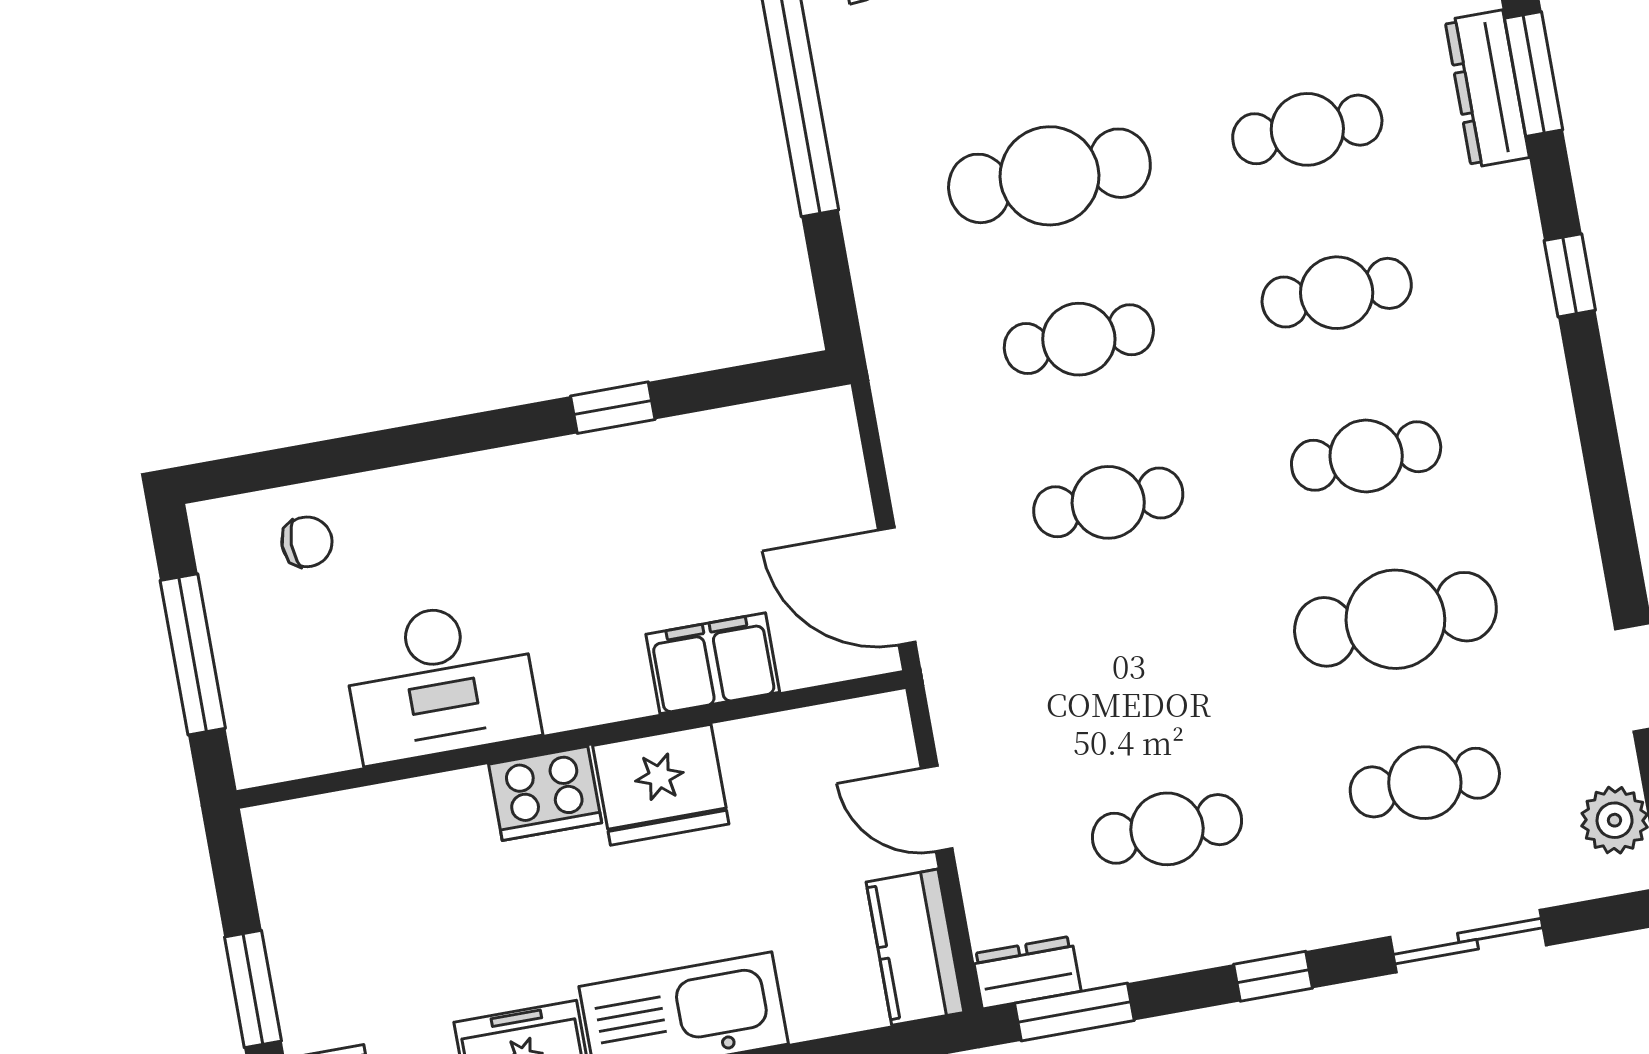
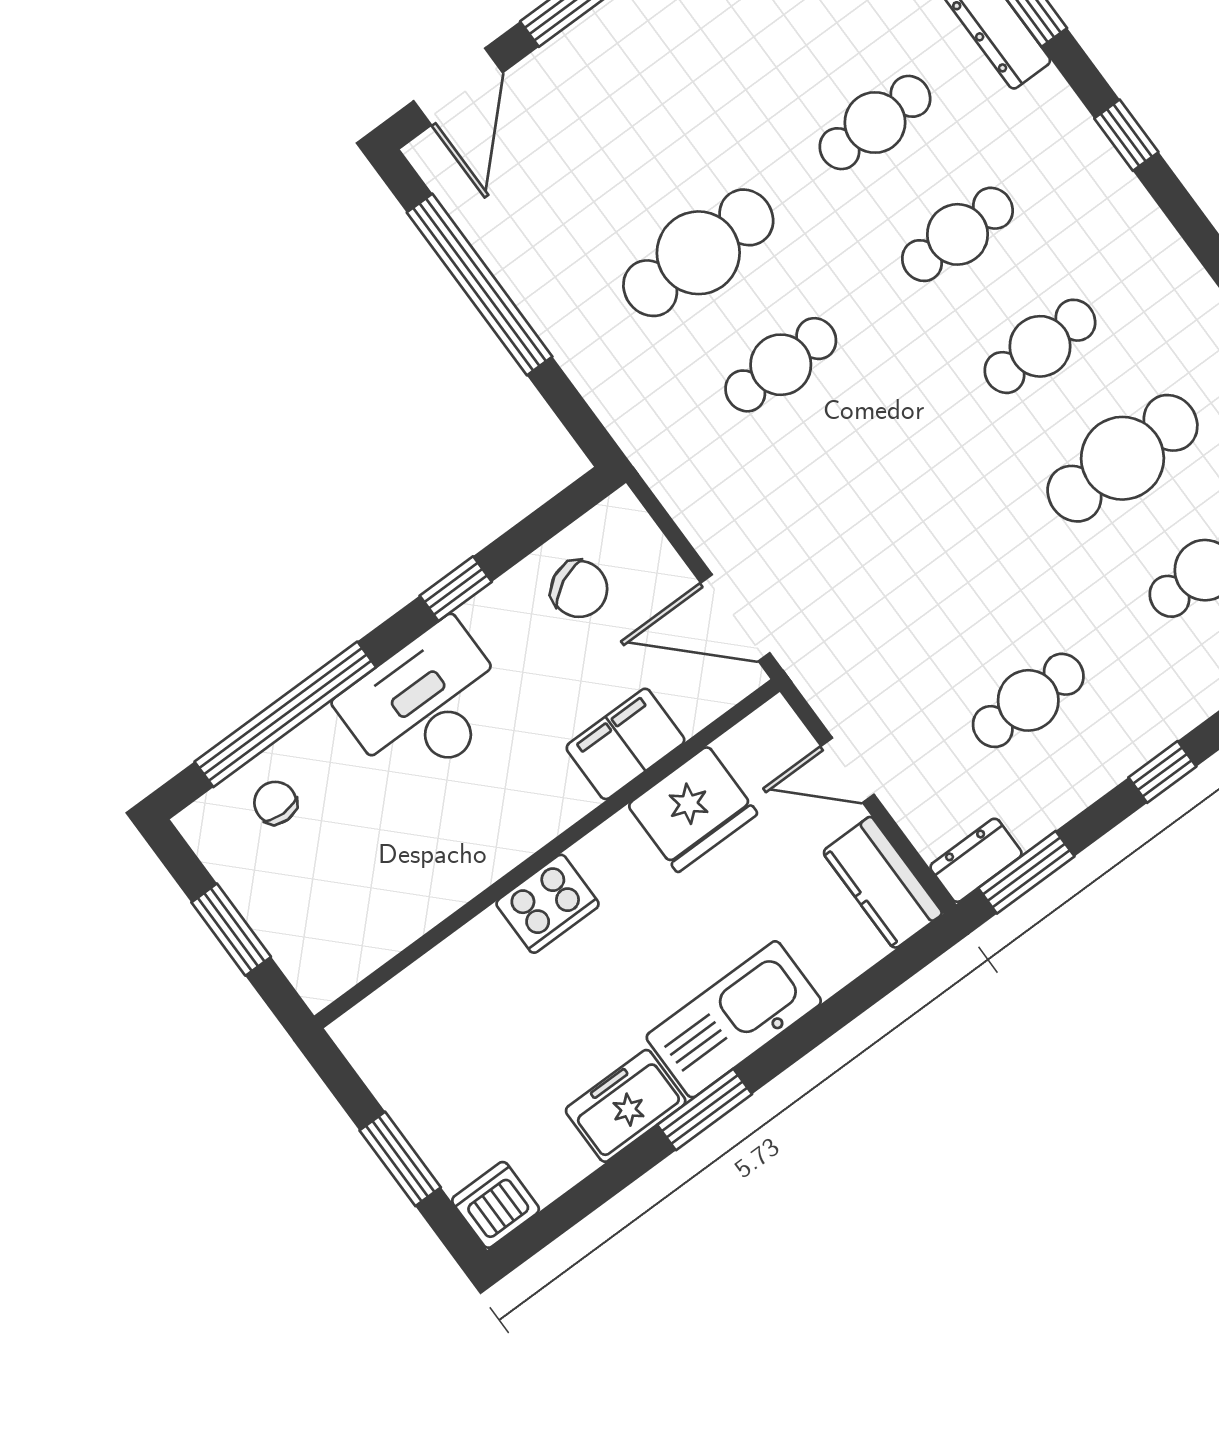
window: (364, 452) -> (285, 714), added
chair: (745, 473) -> (579, 589), added
cafe table: (1108, 502) -> (863, 477), removed
chair: (307, 542) -> (275, 803), turned -90
window: (193, 654) -> (231, 930), width x0.69
desk: (441, 681) -> (426, 705), moved, turned 180
fridge: (661, 785) -> (693, 809), moved

